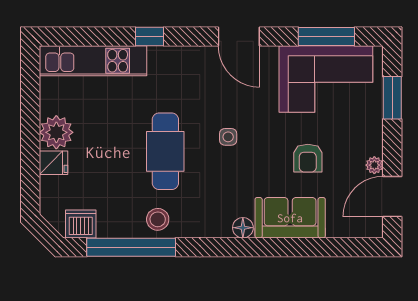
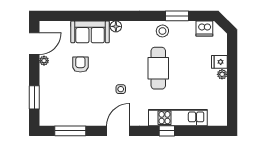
door: (239, 36) -> (118, 131), hinge flipped
kitchen unit: (93, 61) -> (178, 118), moved
corner sofa: (326, 79) -> (71, 108), removed
plant: (56, 132) -> (222, 74), width x0.53, depth x0.53
side table: (228, 137) -> (121, 89), moved
window: (131, 247) -> (177, 16), width x0.47

